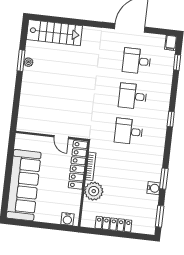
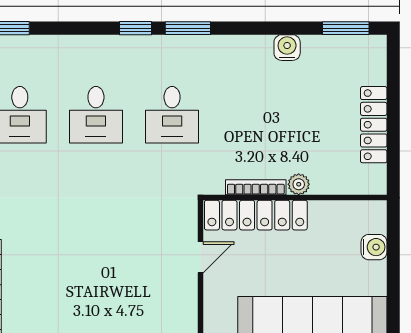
window: (164, 179) -> (188, 28), moved
plant: (94, 191) -> (299, 184), width x0.53, depth x0.53
water cooler: (67, 219) -> (374, 247), moved

